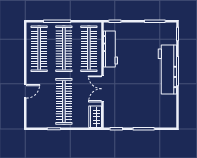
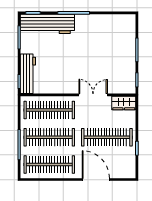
workbench: (110, 49) -> (28, 74), moved, turned 90
workbench: (167, 70) -> (47, 24), moved
double door: (103, 89) -> (93, 95), swing flipped
door: (25, 91) -> (96, 180), width x1.88

